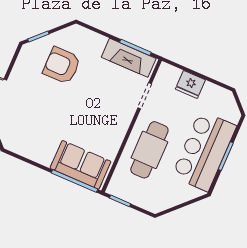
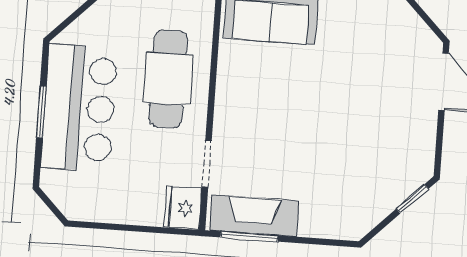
armchair: (62, 65) -> (358, 165), removed
fridge: (190, 84) -> (183, 208), moved, turned -90

